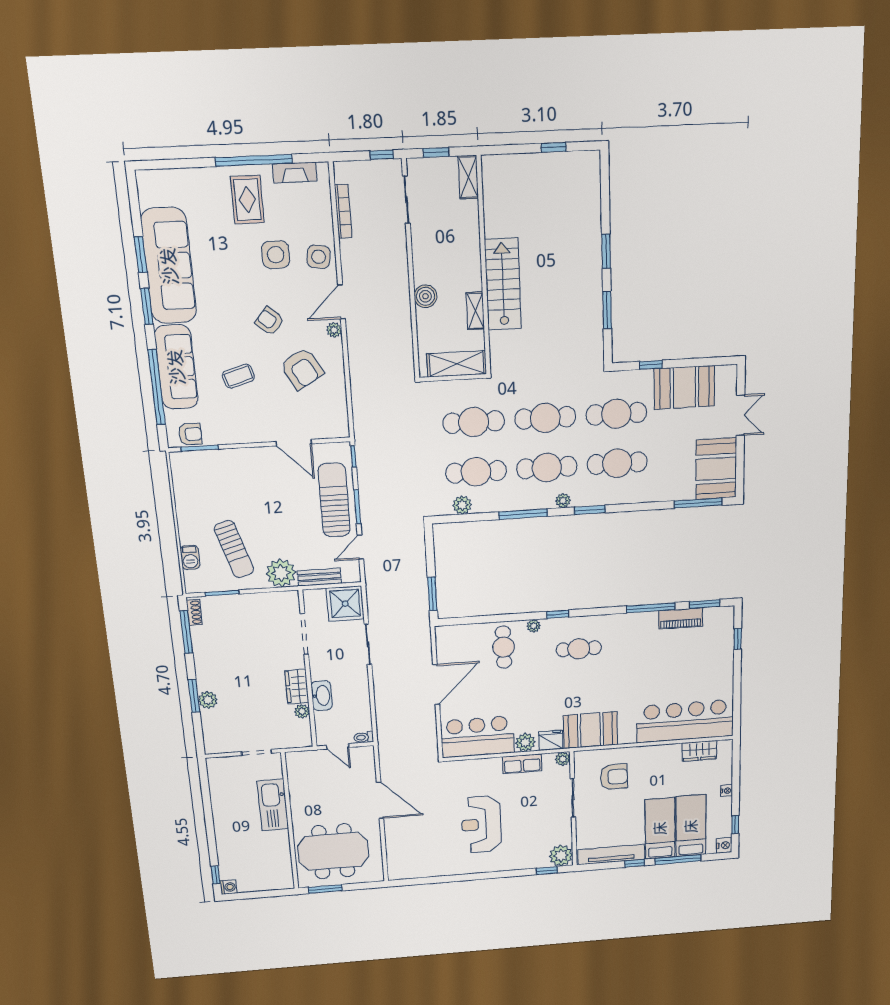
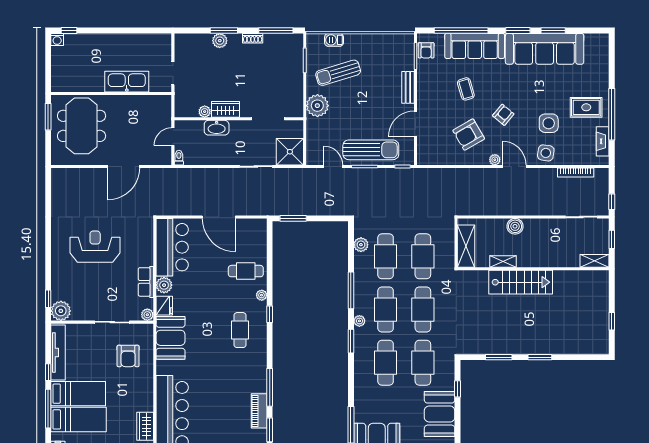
bench: (319, 577) -> (408, 87), moved
shoe rack: (194, 612) -> (253, 38), moved

